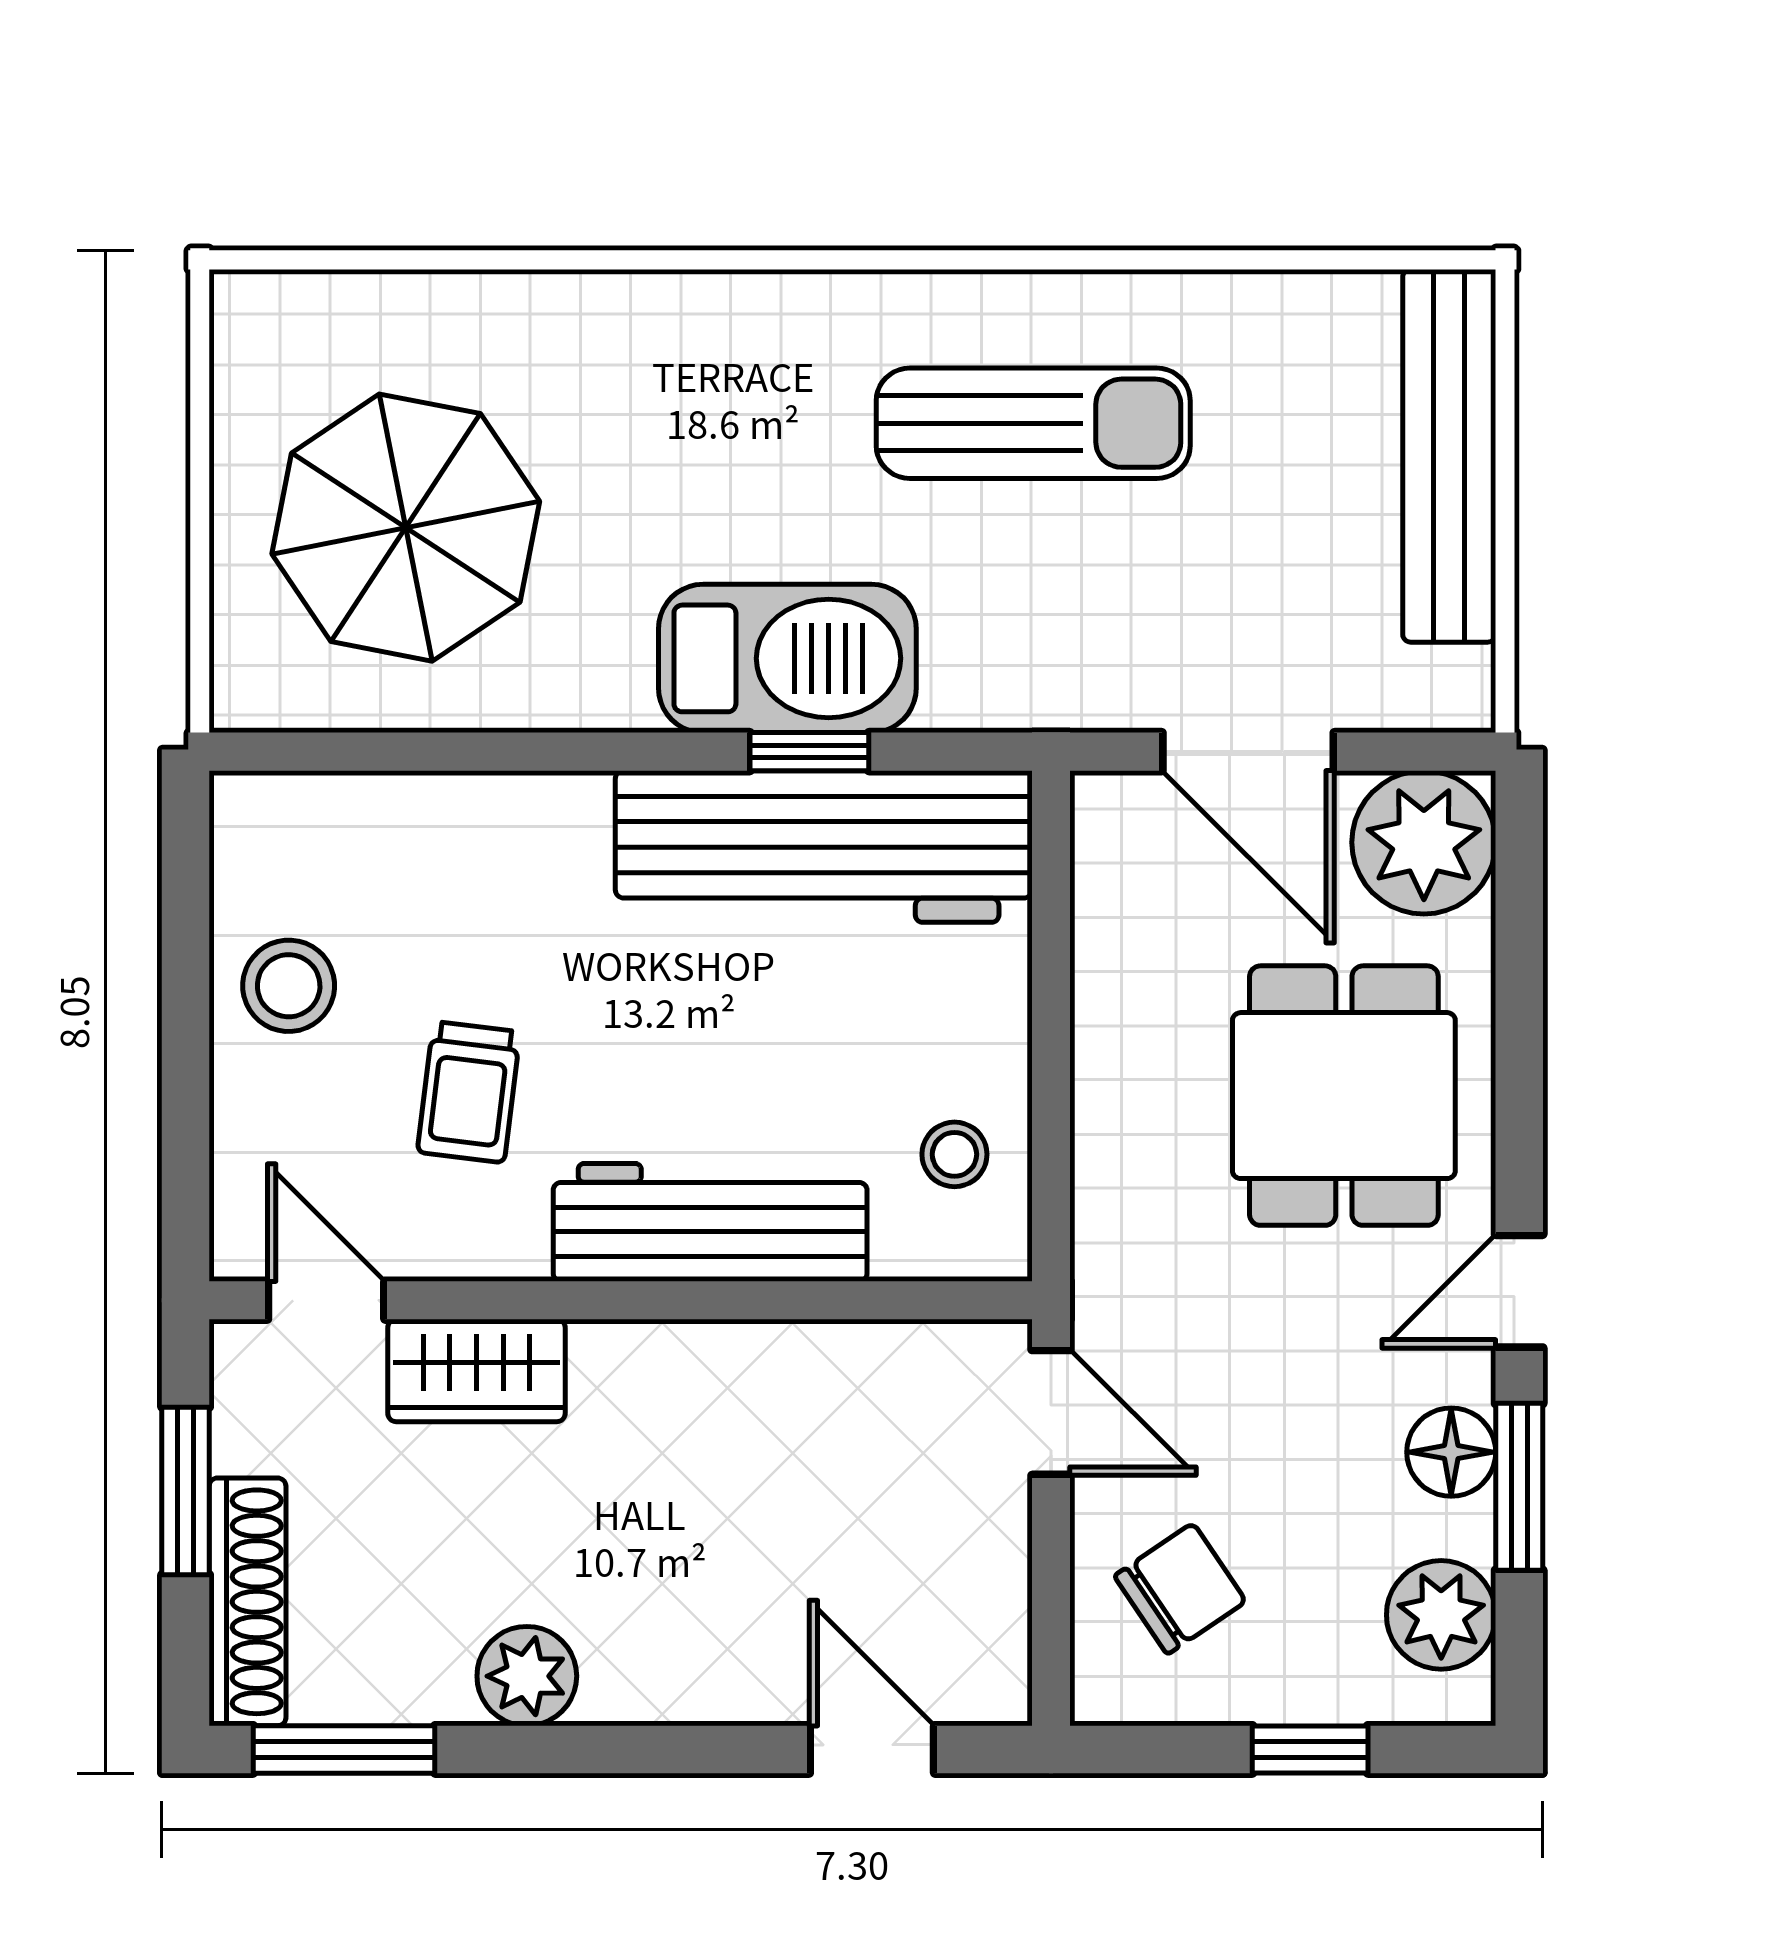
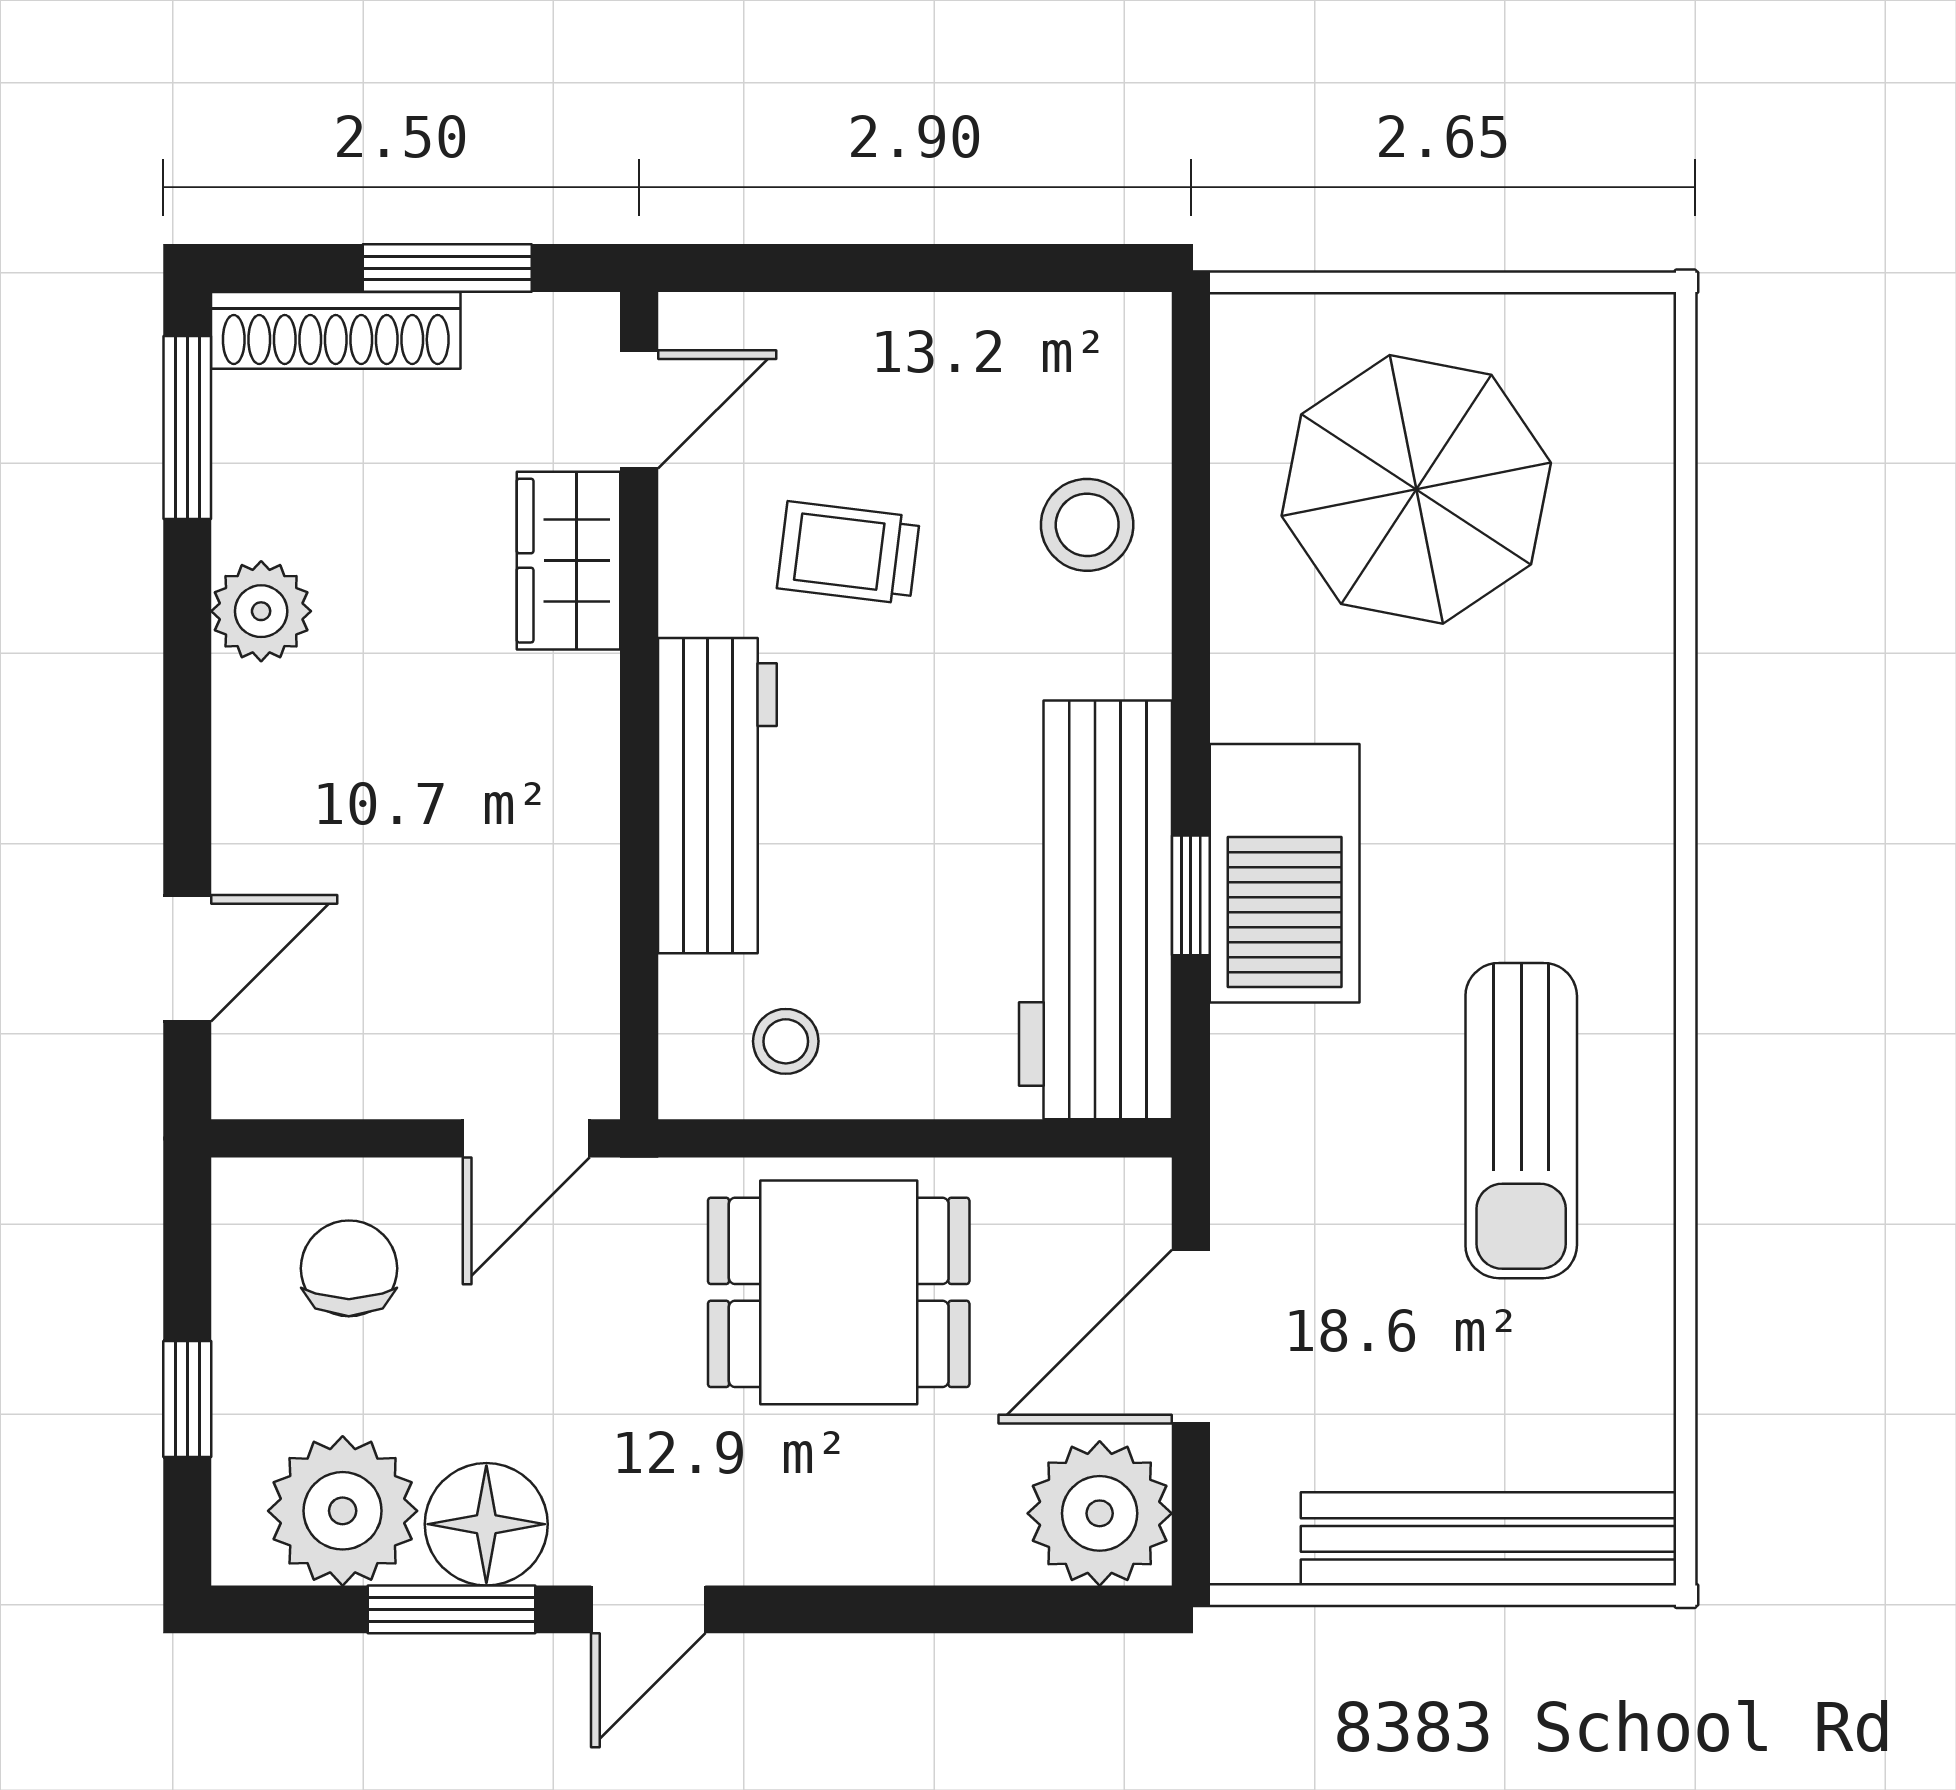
stool: (289, 986) -> (1087, 525), moved
dining table: (1344, 1096) -> (839, 1292), moved
door: (1519, 1291) -> (648, 1609), swing flipped
floor lamp: (1451, 1452) -> (486, 1524), width x1.38, depth x1.38
chair: (1180, 1589) -> (349, 1268), turned -146
plant: (1441, 1615) -> (343, 1511), width x1.36, depth x1.36

